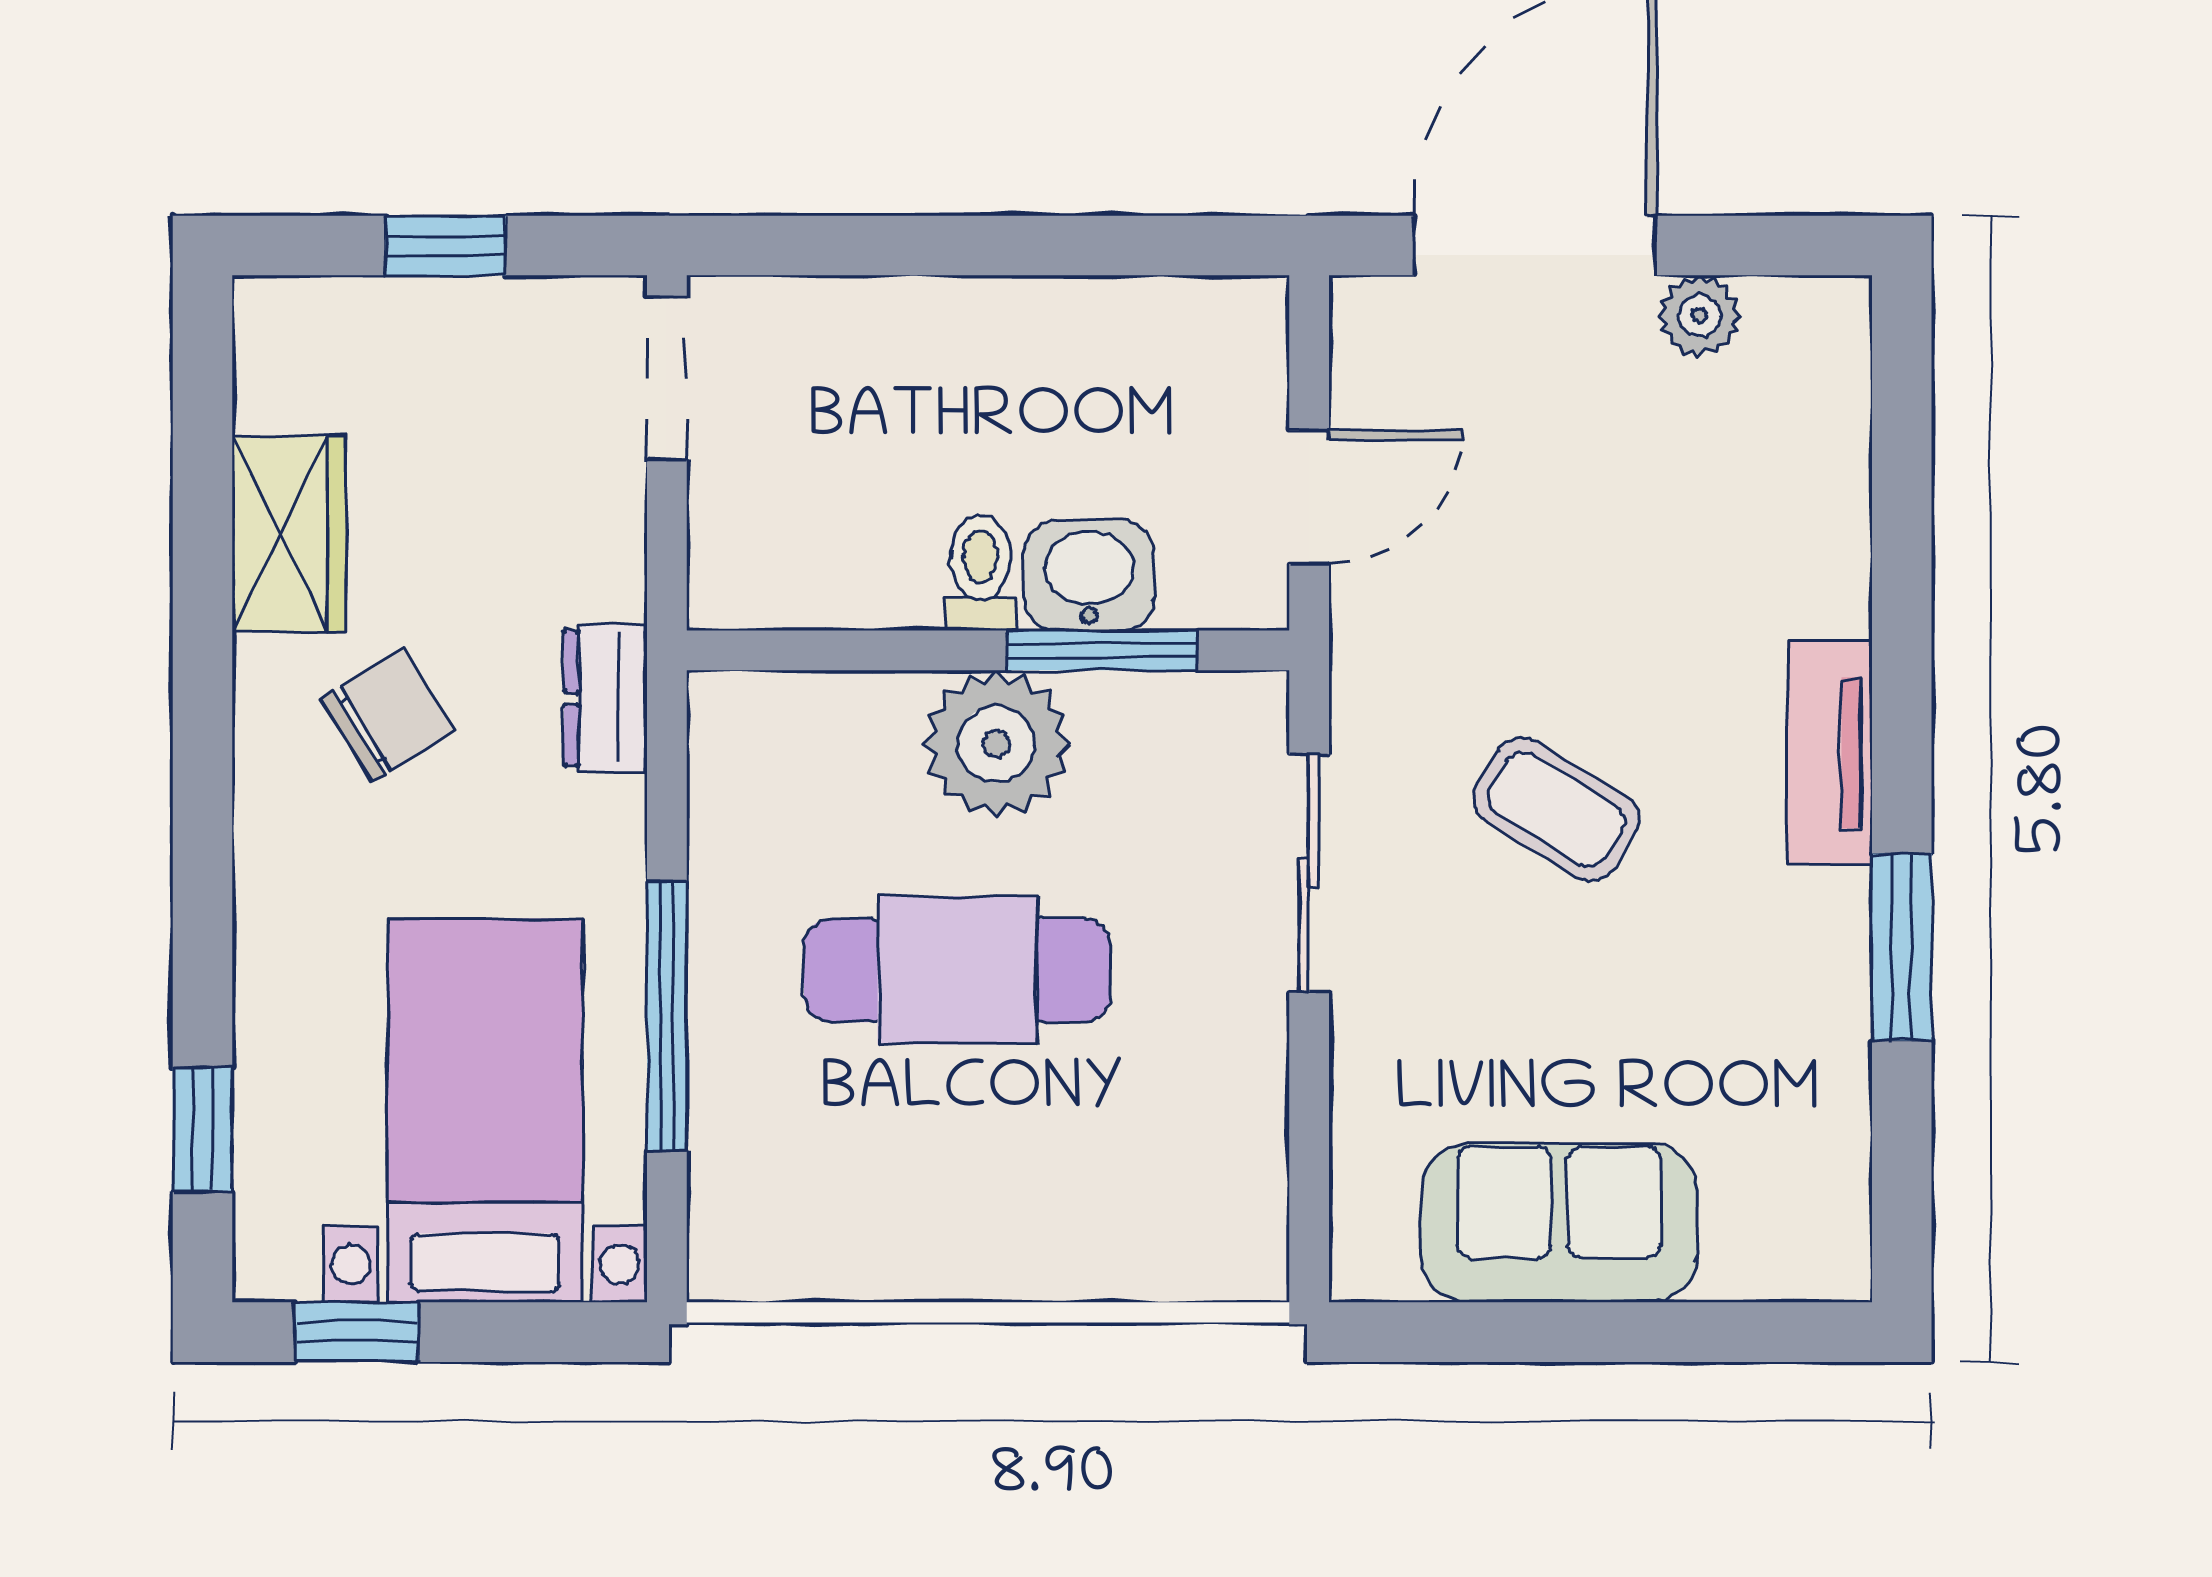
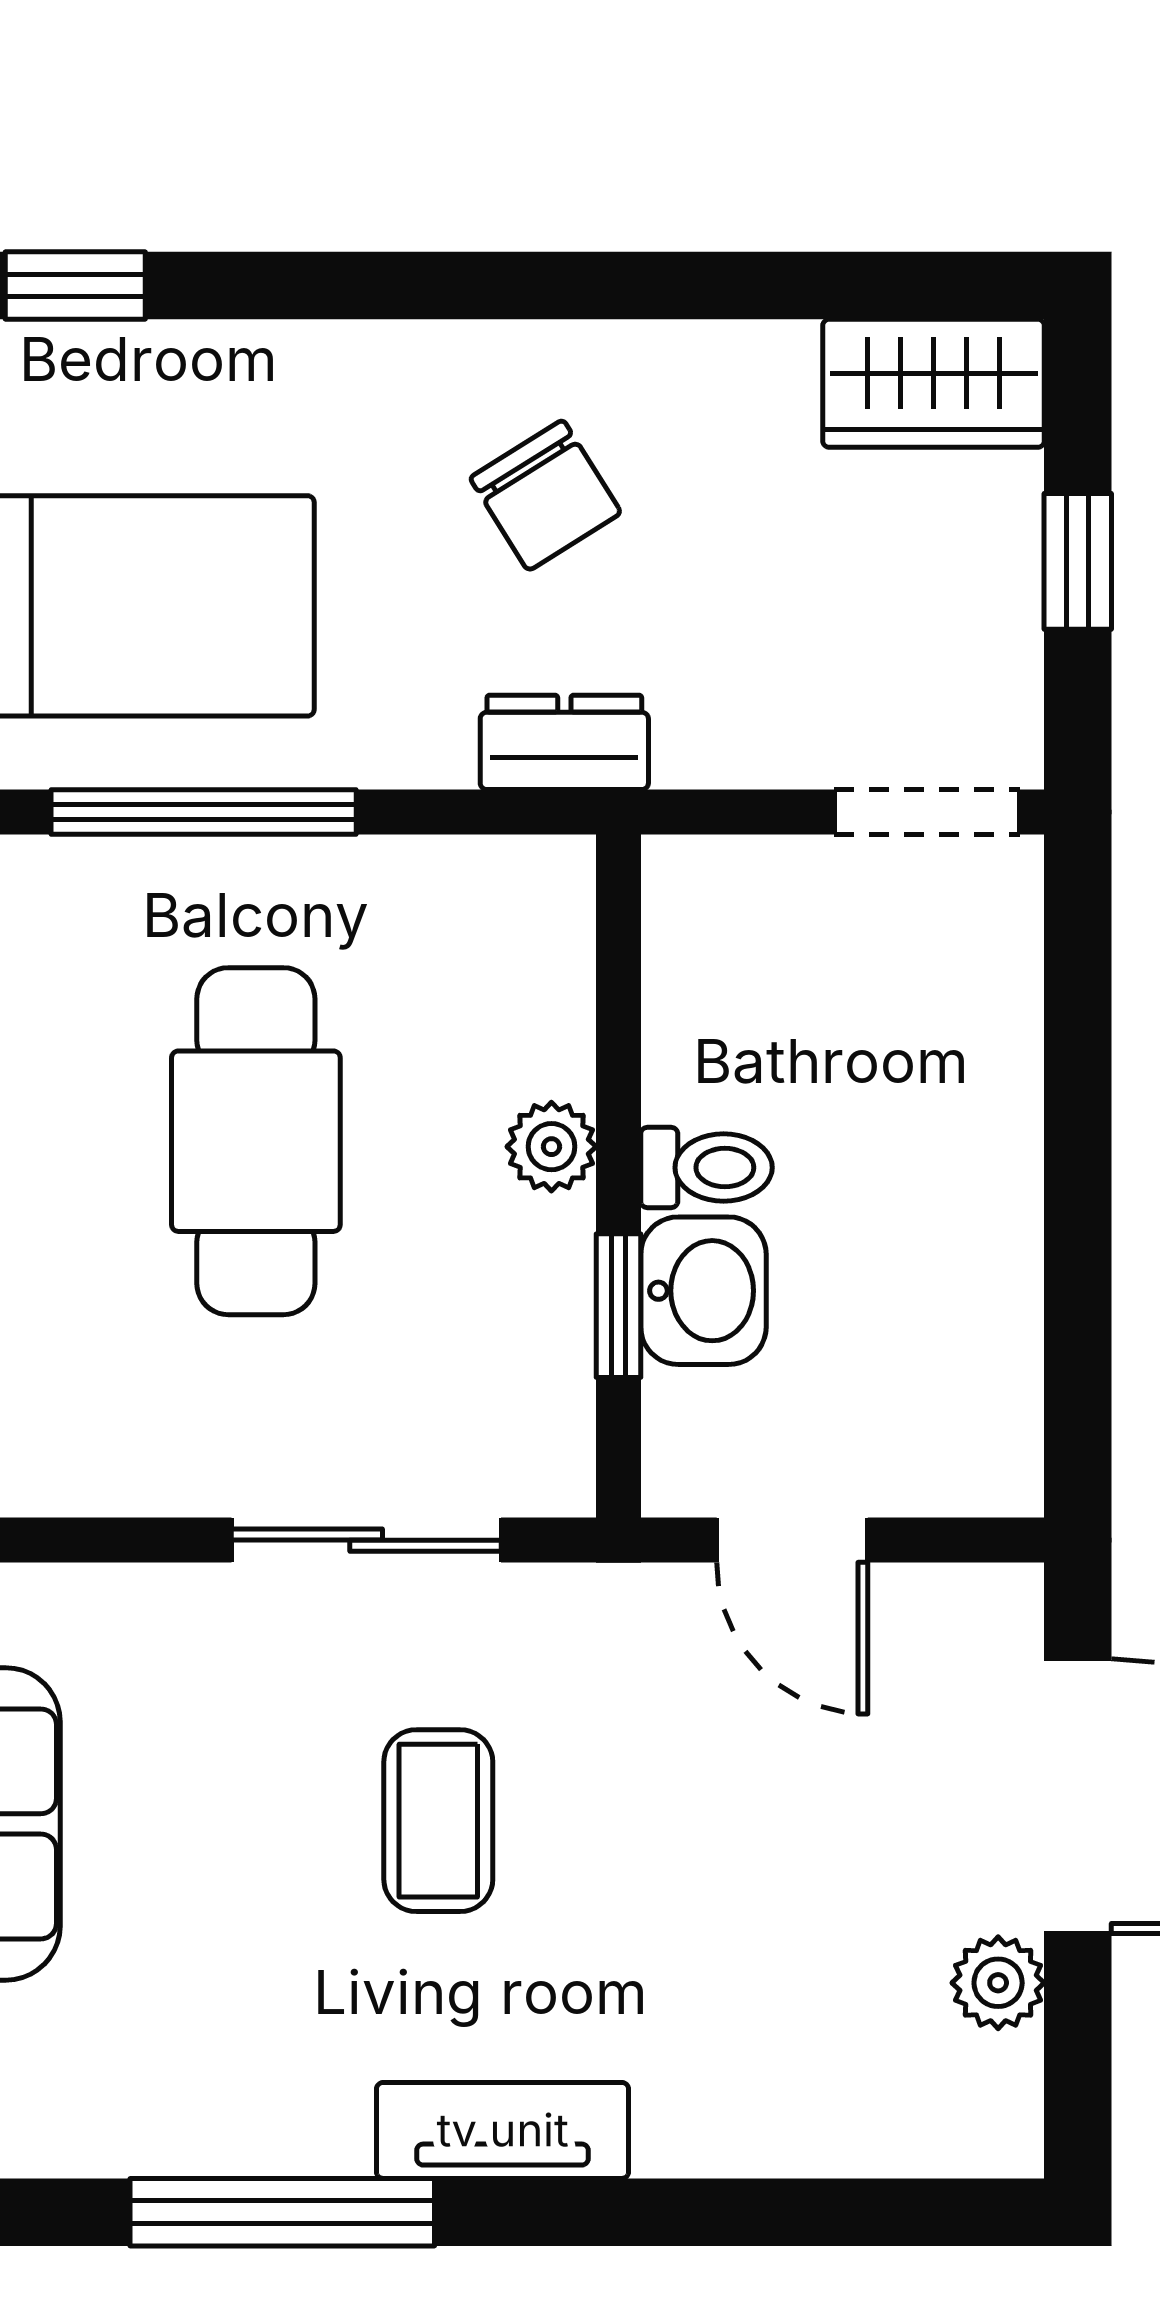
wardrobe: (289, 534) -> (934, 383), moved
window: (1102, 650) -> (618, 1306), width x0.67
plant: (996, 744) -> (551, 1147), width x0.53, depth x0.53
coffee table: (1556, 809) -> (438, 1821), turned -31
window: (1902, 947) -> (282, 2212), width x1.44

